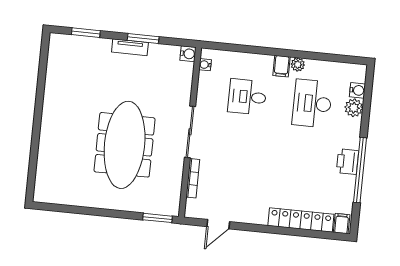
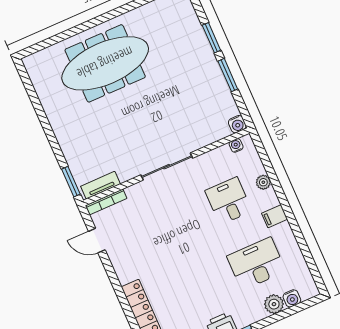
window: (86, 33) -> (211, 38), moved
tv unit: (130, 47) -> (100, 185), moved, turned 90
plant: (298, 64) -> (263, 182), moved
meeting table: (125, 145) -> (105, 63), moved
bookcase: (193, 178) -> (106, 202), moved

